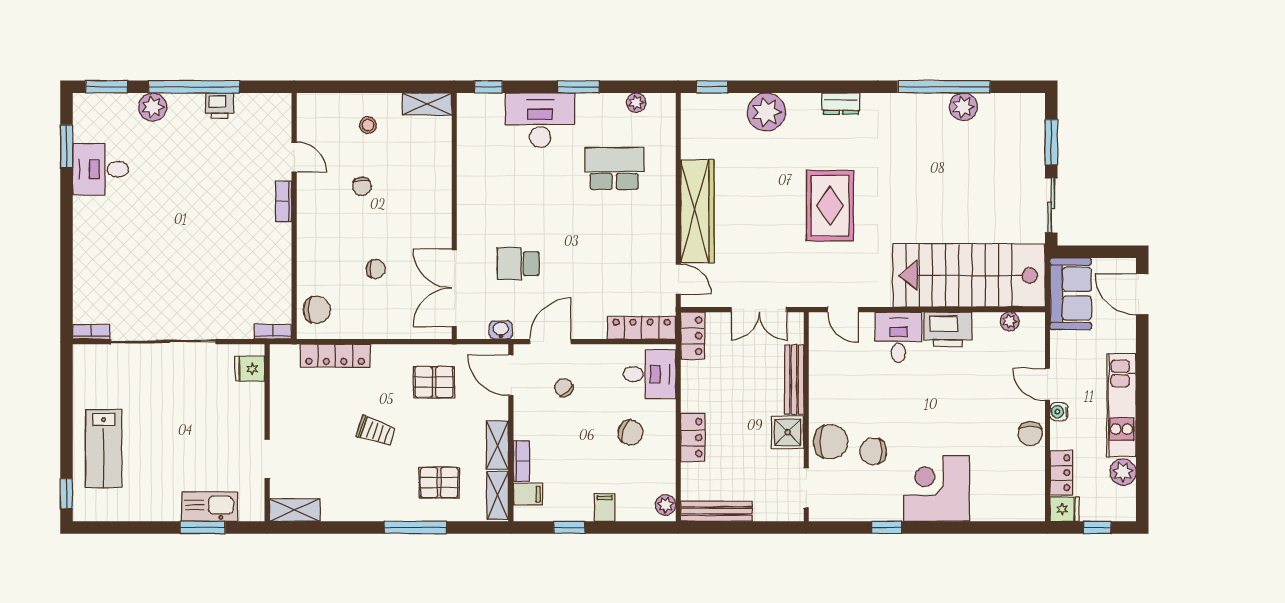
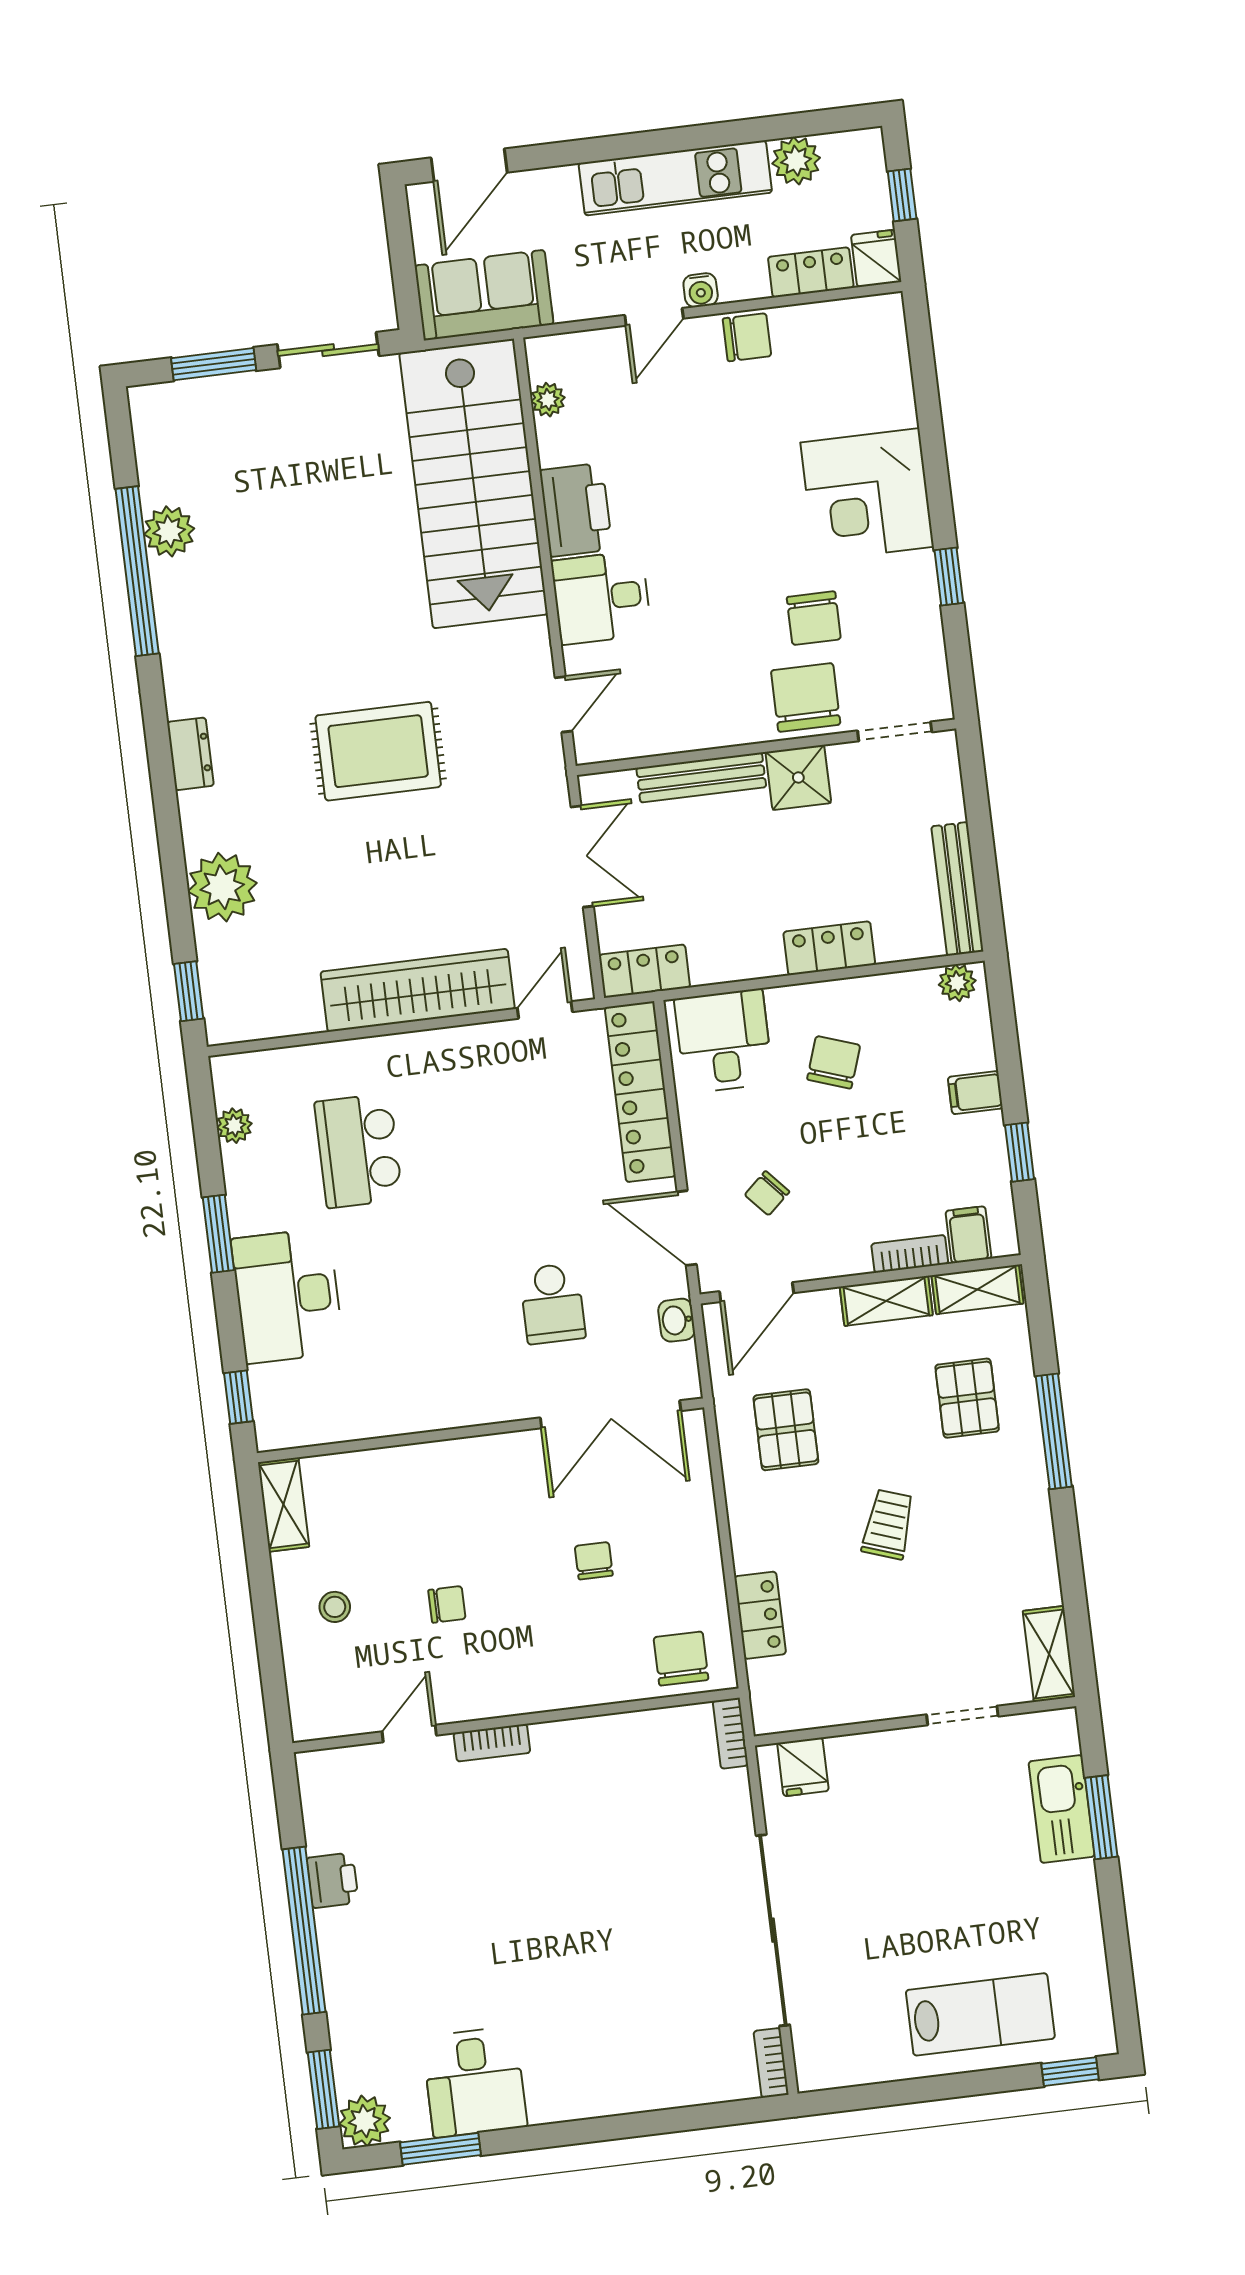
plant: (153, 107) -> (365, 2121), moved
locker: (642, 328) -> (640, 1092), width x1.41, depth x1.21
locker: (335, 356) -> (760, 1615), width x0.66

